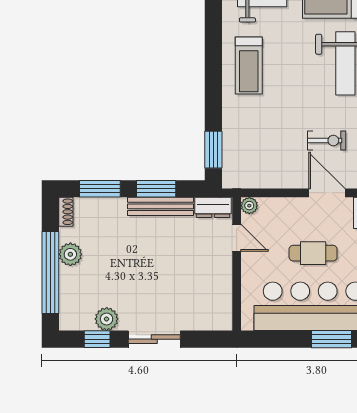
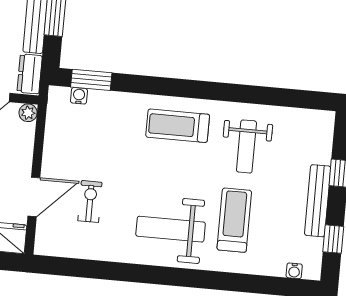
exercise bike: (327, 141) -> (90, 201), turned 180
water cooler: (229, 160) -> (79, 96), added

